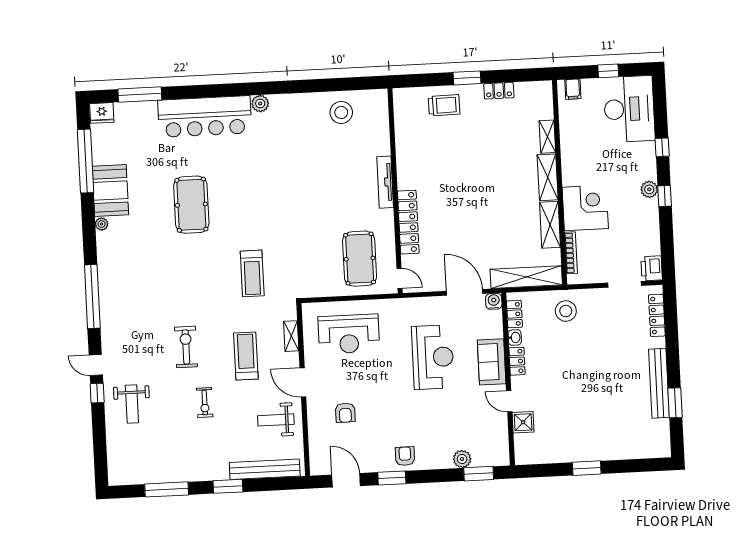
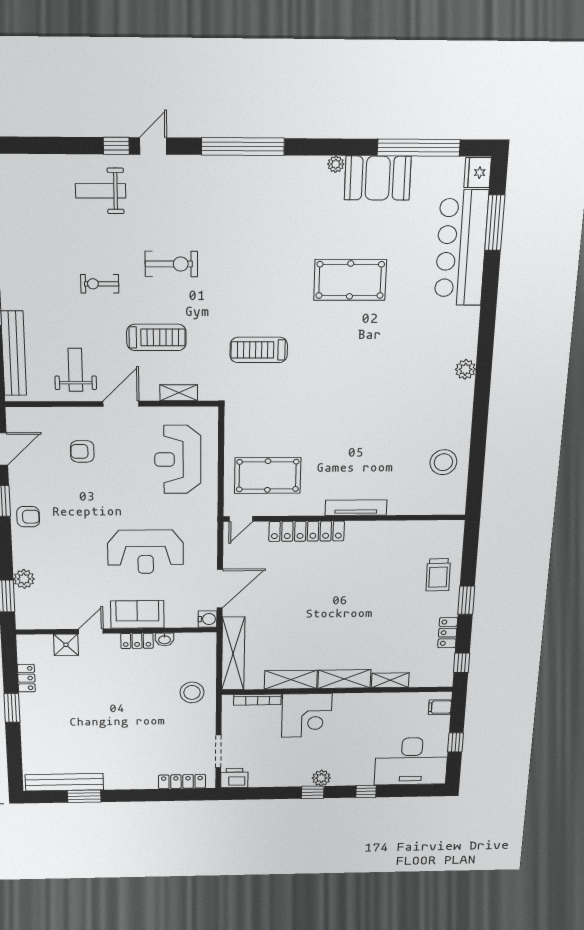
window: (528, 75) -> (462, 663), added
bar counter: (205, 117) -> (461, 248), moved
locker: (514, 314) -> (26, 678), moved, turned -90
bench: (659, 383) -> (64, 782), moved

